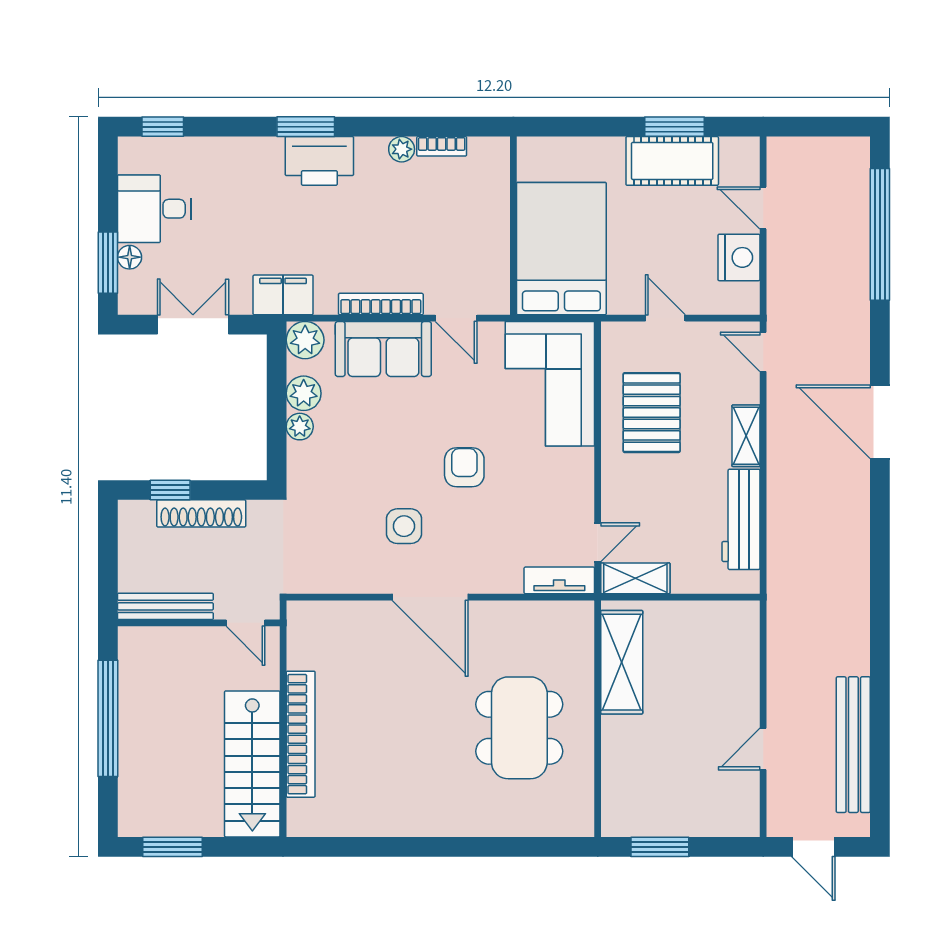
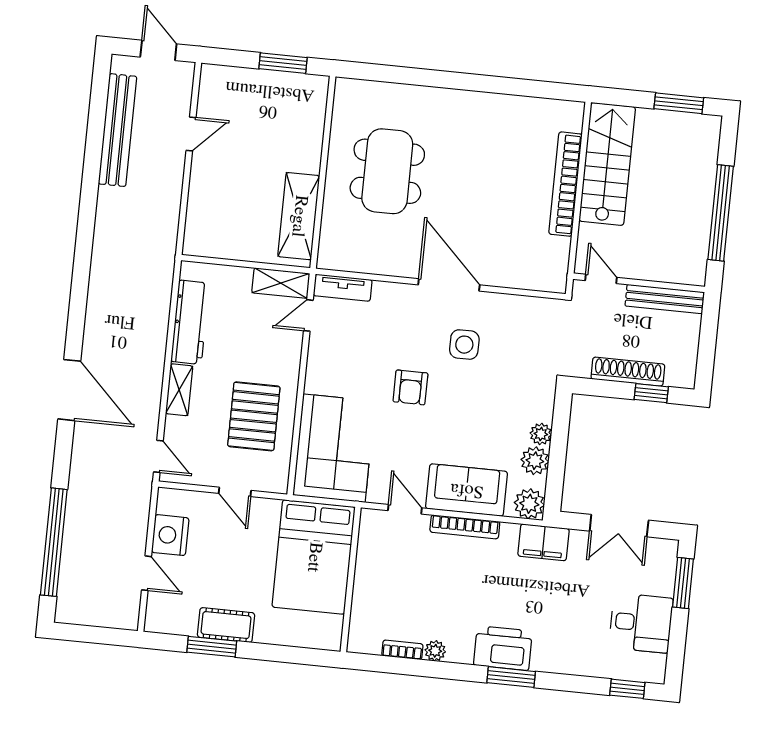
cot: (672, 161) -> (226, 625), width x0.73, depth x0.75
floor lamp: (130, 257) -> (665, 586), removed

